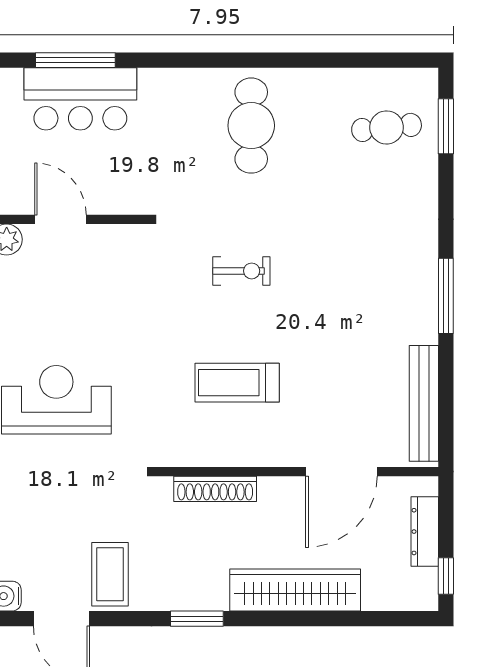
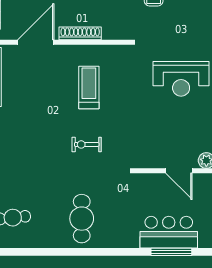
treadmill: (237, 383) -> (89, 88), turned -90
shoe rack: (215, 489) -> (80, 33), moved

